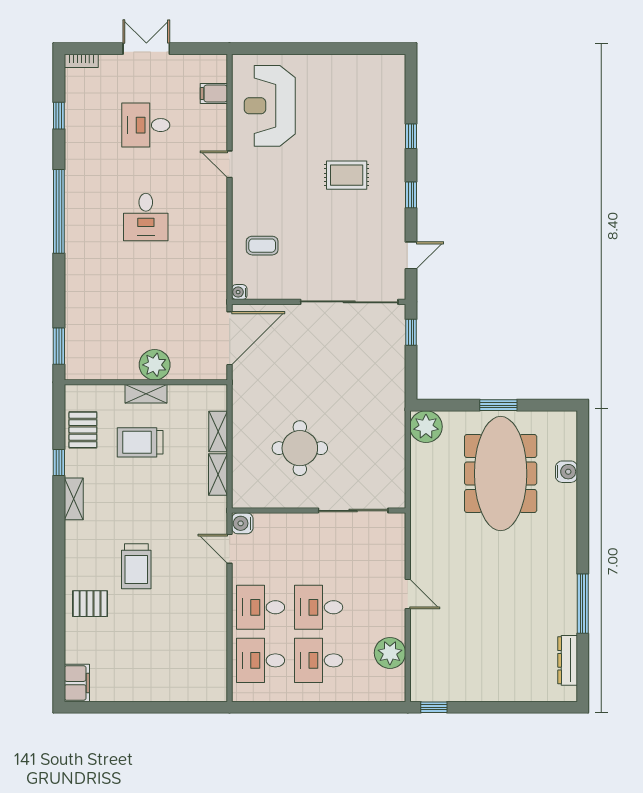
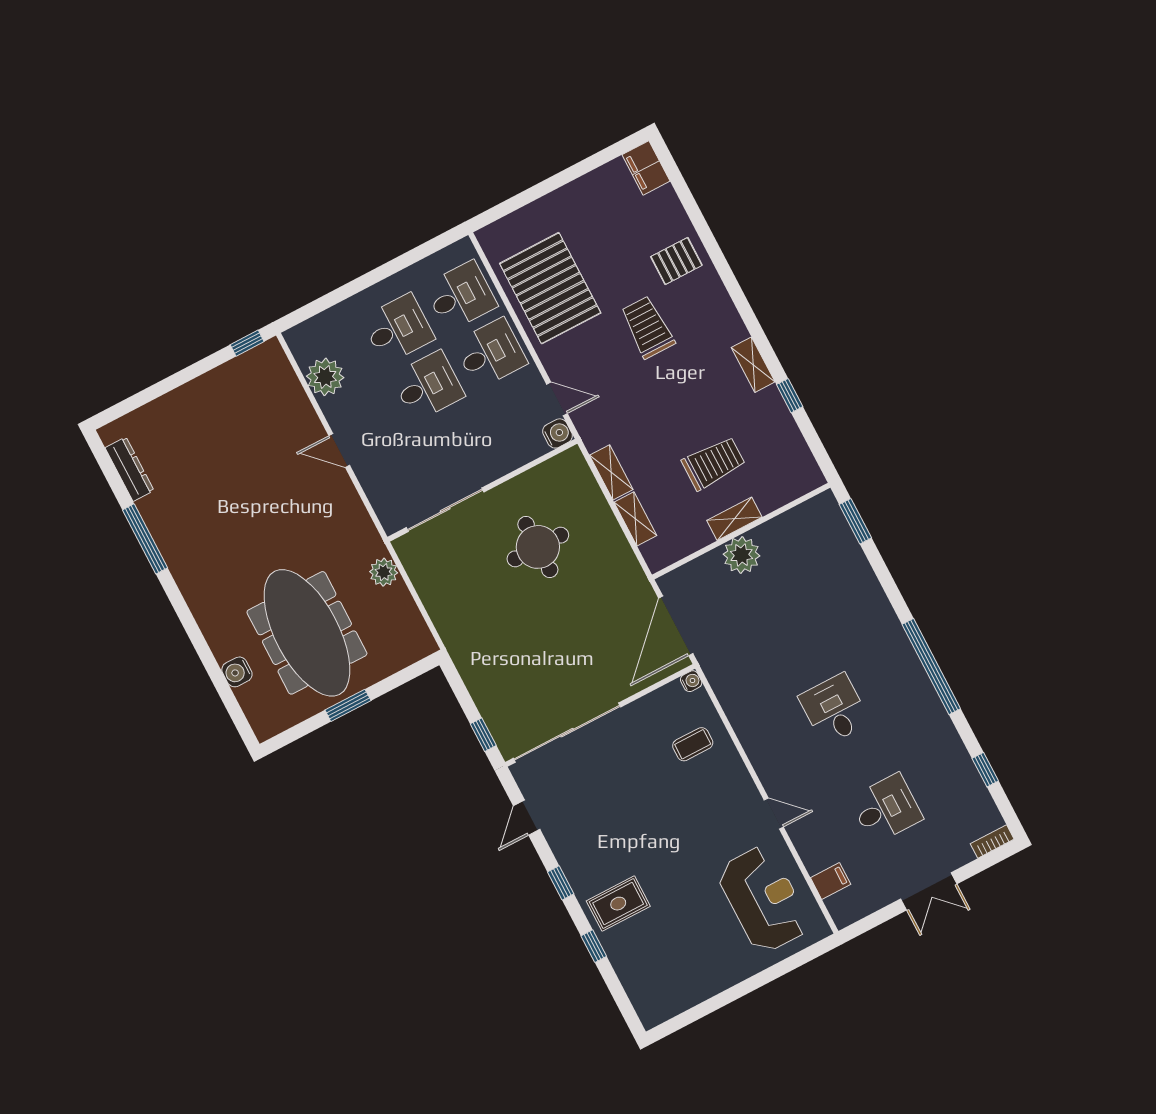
rug: (347, 175) -> (618, 904), moved
plant: (426, 427) -> (384, 572), moved, width x0.73, depth x0.73
pallet: (83, 430) -> (550, 288), moved, width x2.05, depth x2.00

